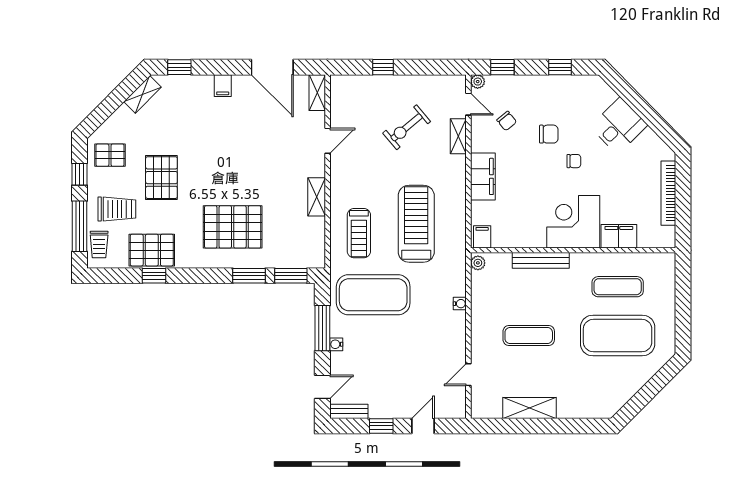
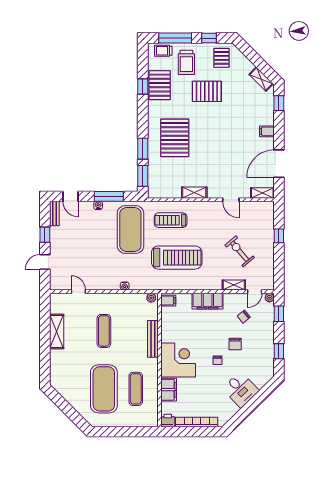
printer: (666, 237) -> (168, 420), added
door: (423, 426) -> (45, 262), swing flipped

